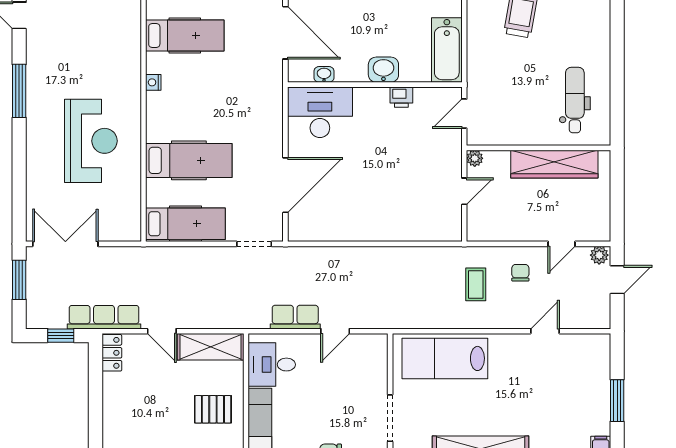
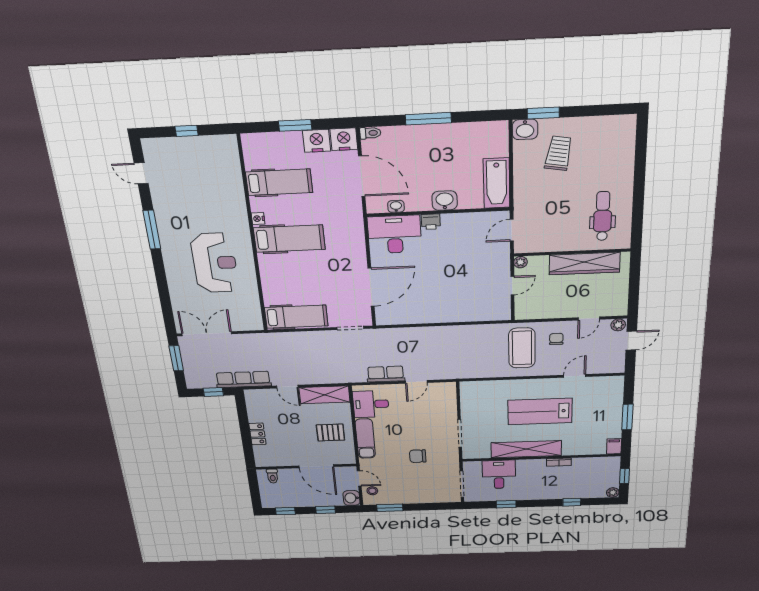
printer: (401, 97) -> (431, 222), moved
hospital bed: (189, 160) -> (289, 239), moved
coffee table: (476, 284) -> (522, 348), width x1.86, depth x1.72
locker: (112, 353) -> (257, 434), moved
lab bench: (445, 358) -> (540, 411), moved

